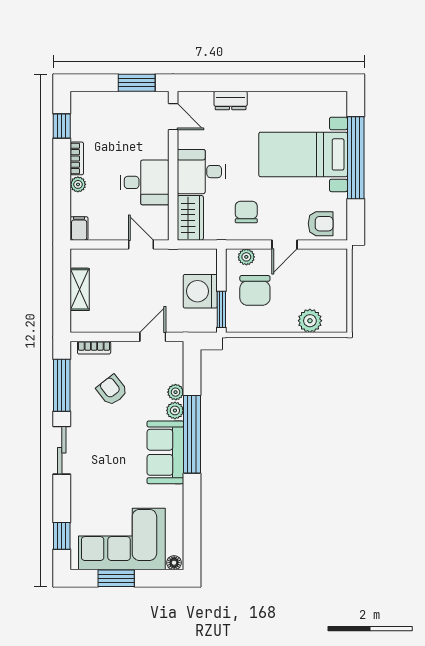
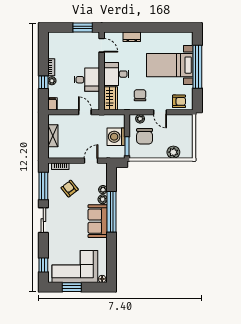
window: (62, 126) -> (43, 82), moved
door: (284, 244) -> (160, 112), hinge flipped

